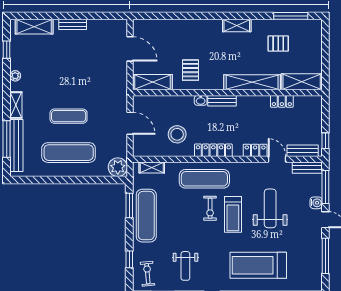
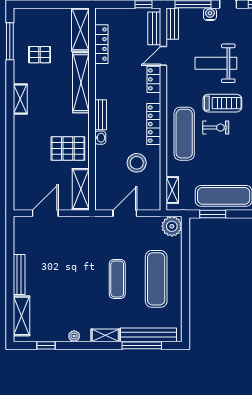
bench: (73, 24) -> (19, 275), width x1.36
pallet: (278, 44) -> (40, 55), turned 90
pallet: (190, 70) -> (68, 149), width x1.50, depth x1.42
locker: (282, 101) -> (101, 44), width x1.53

